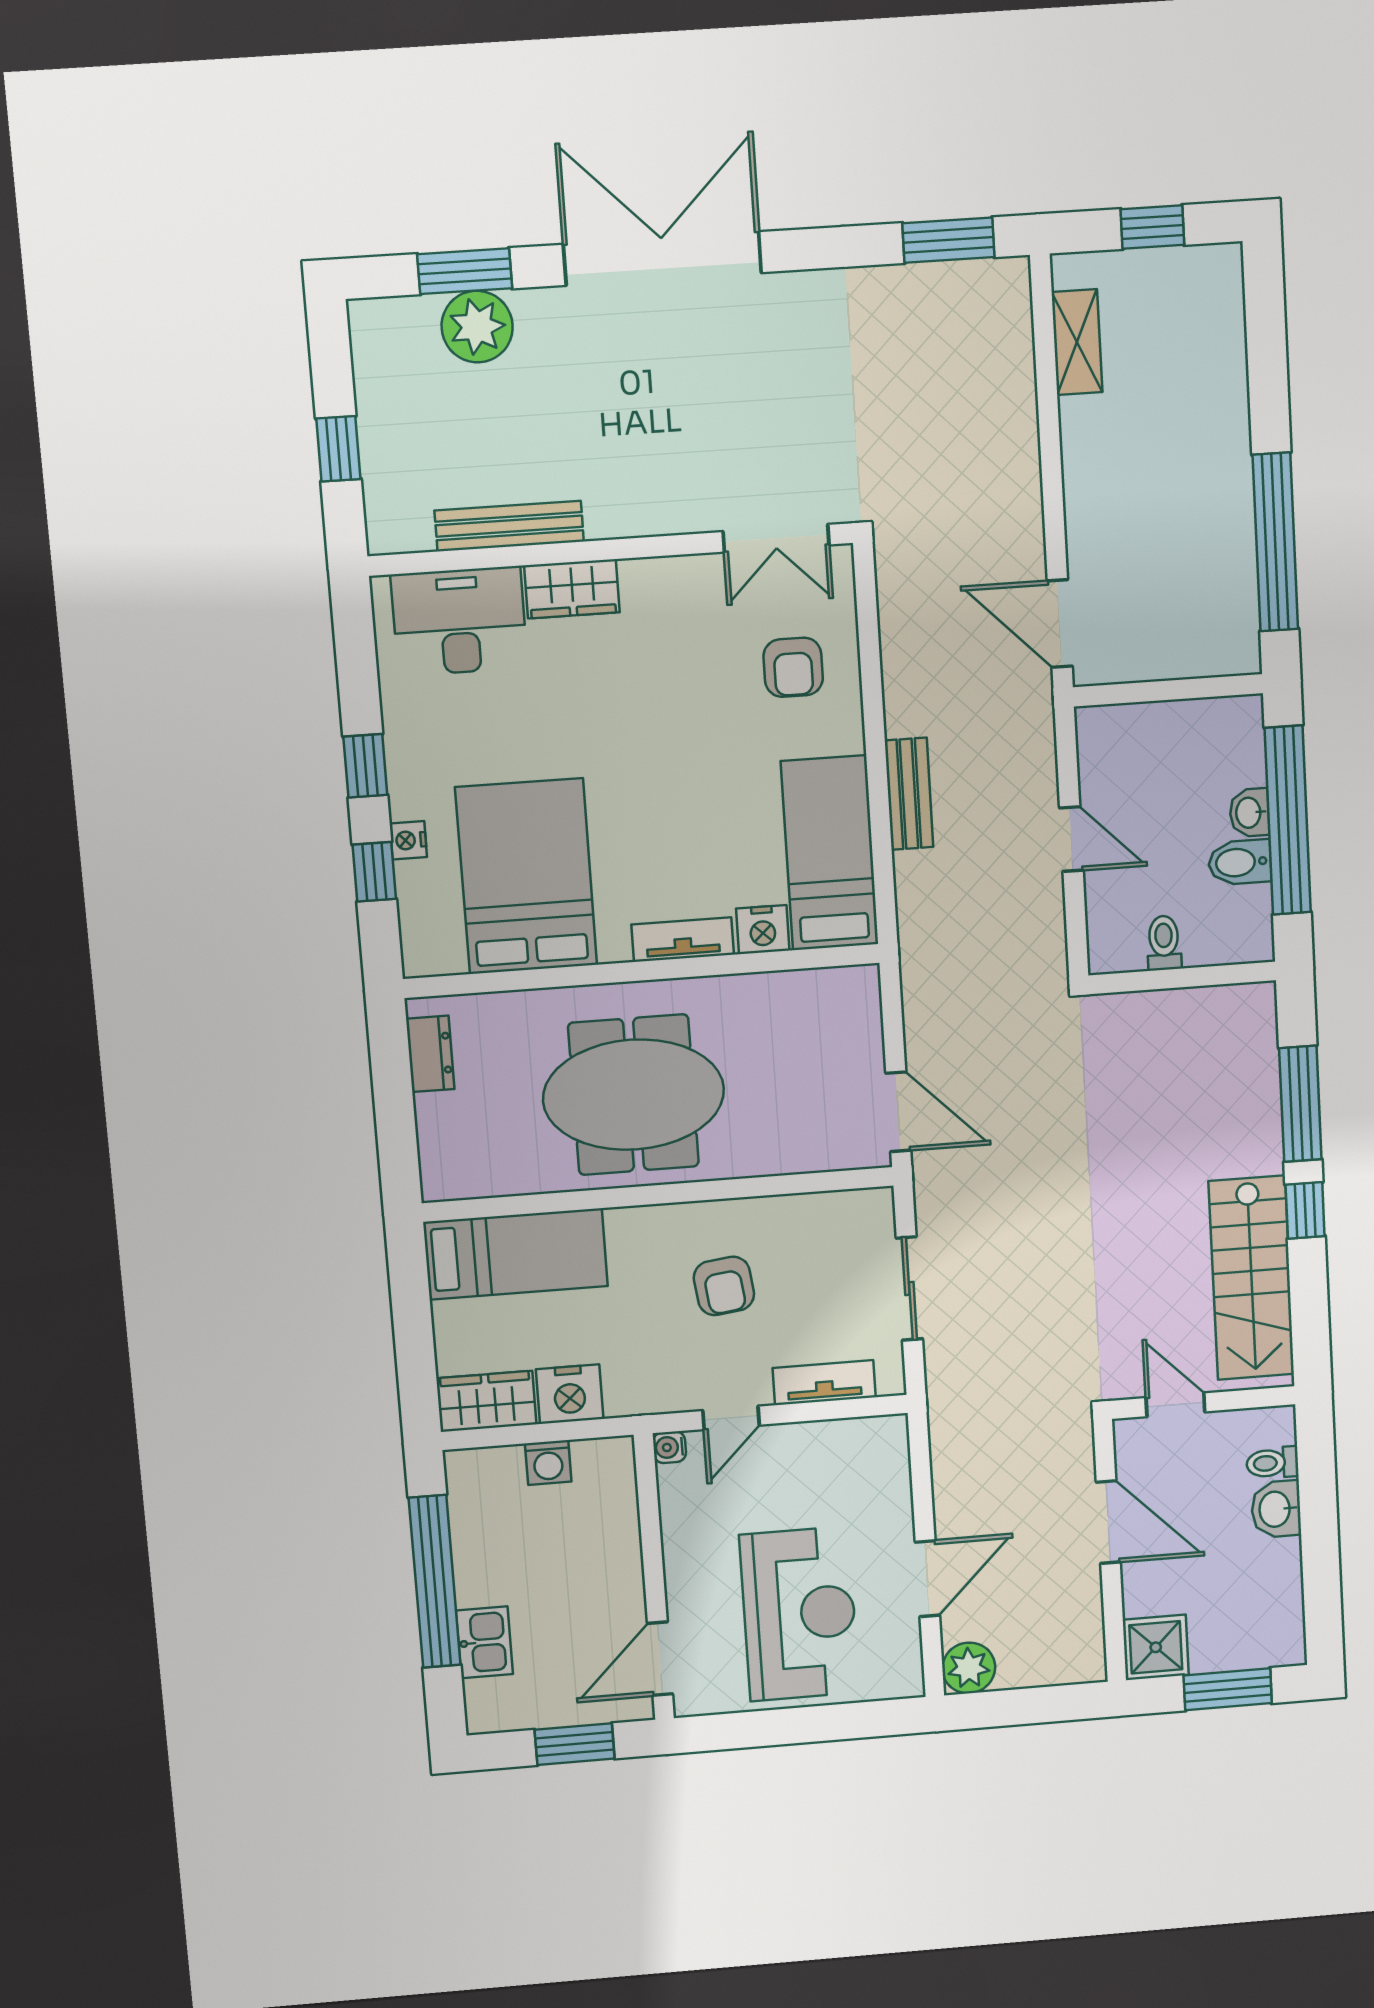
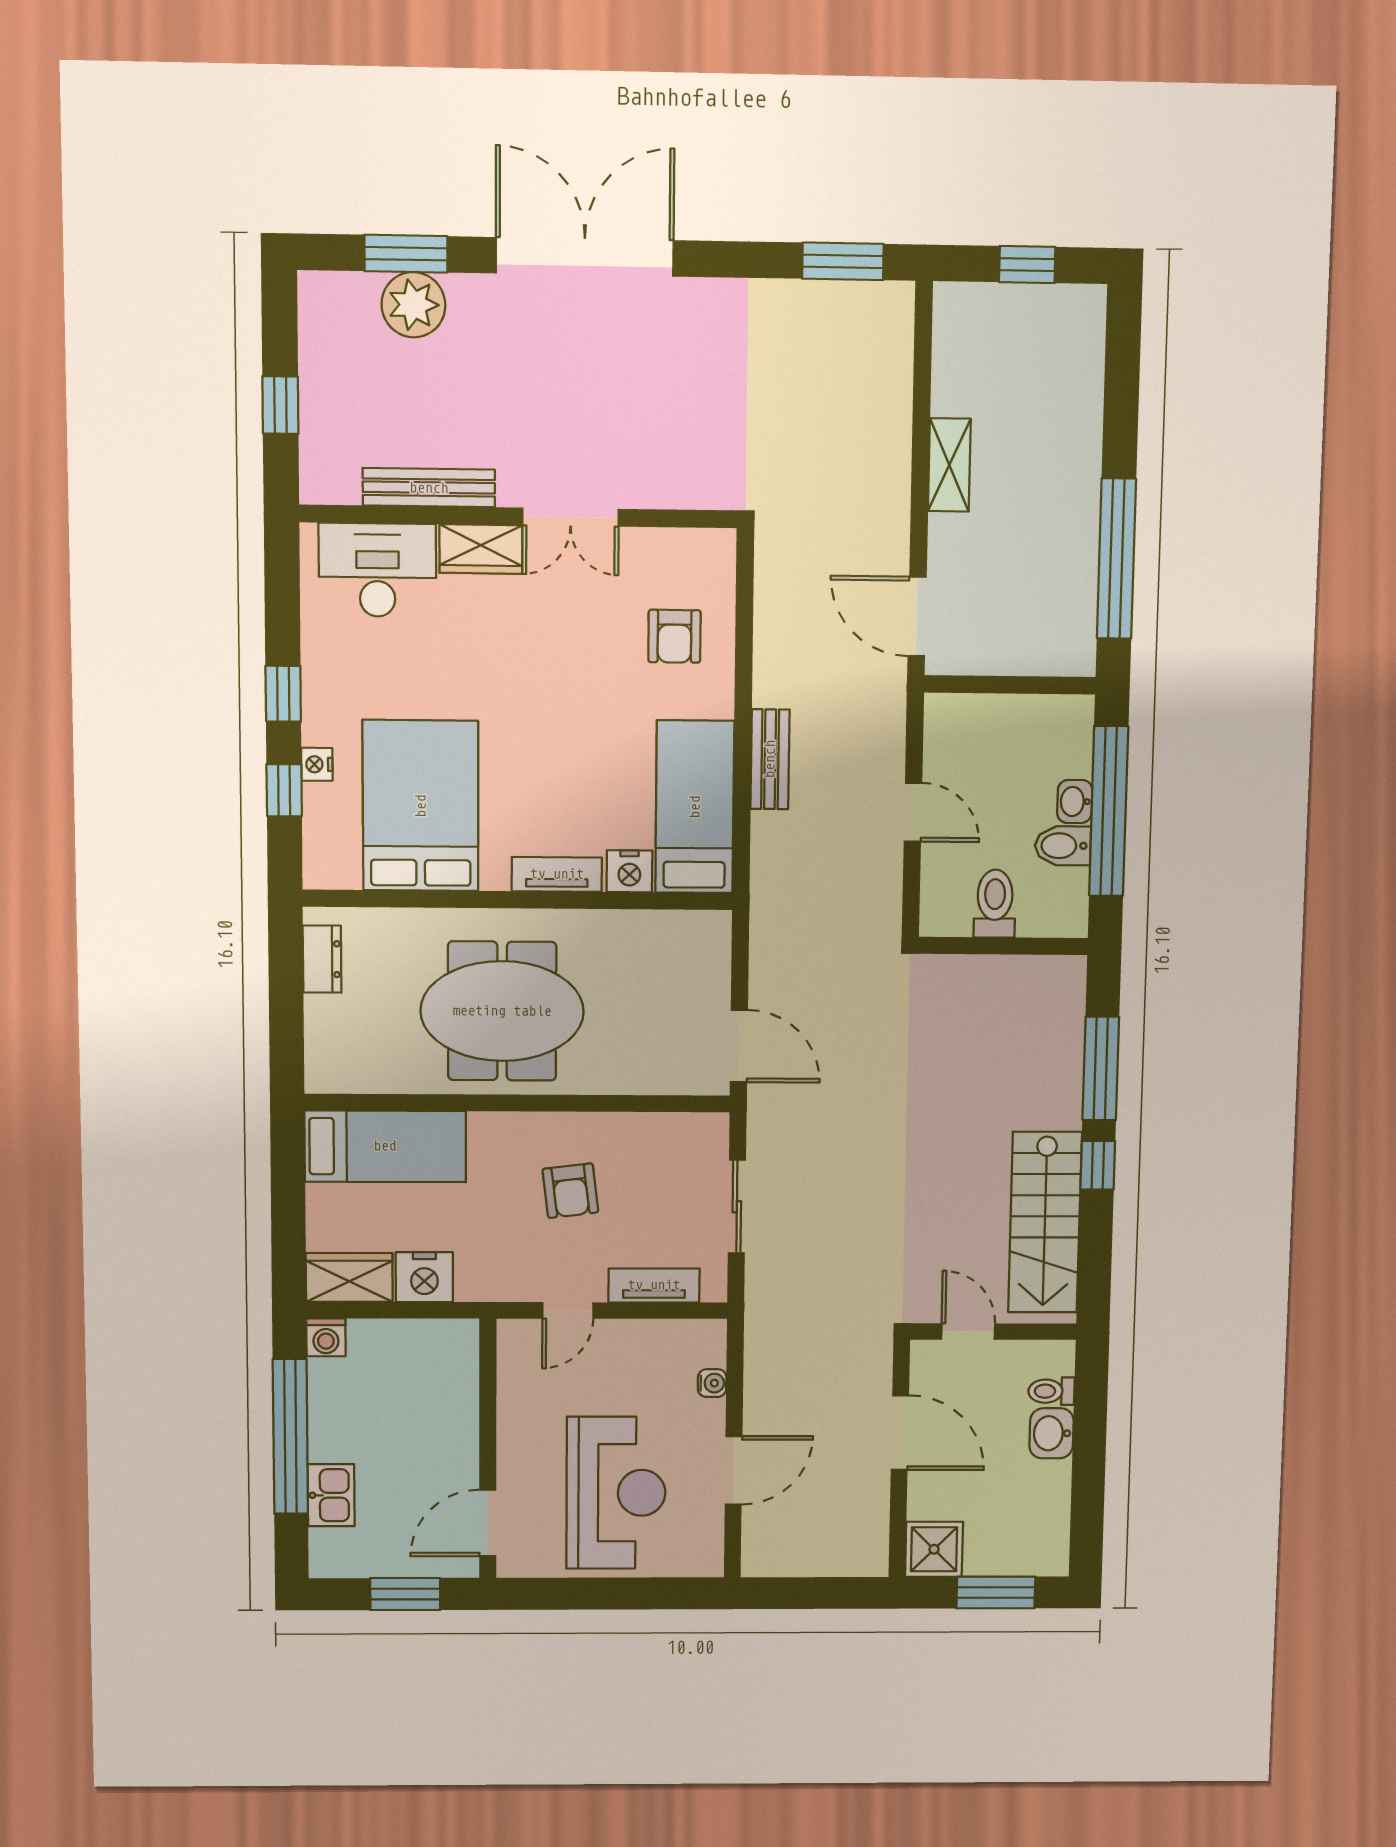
shelving: (1077, 342) -> (949, 465), moved
double door: (776, 538) -> (571, 517), moved
toilet: (1164, 943) -> (995, 904), width x1.37, depth x1.39
water cooler: (669, 1447) -> (712, 1383), moved, turned 180
washing machine: (548, 1463) -> (326, 1337), moved
plant: (969, 1668) -> (765, 1554), removed

